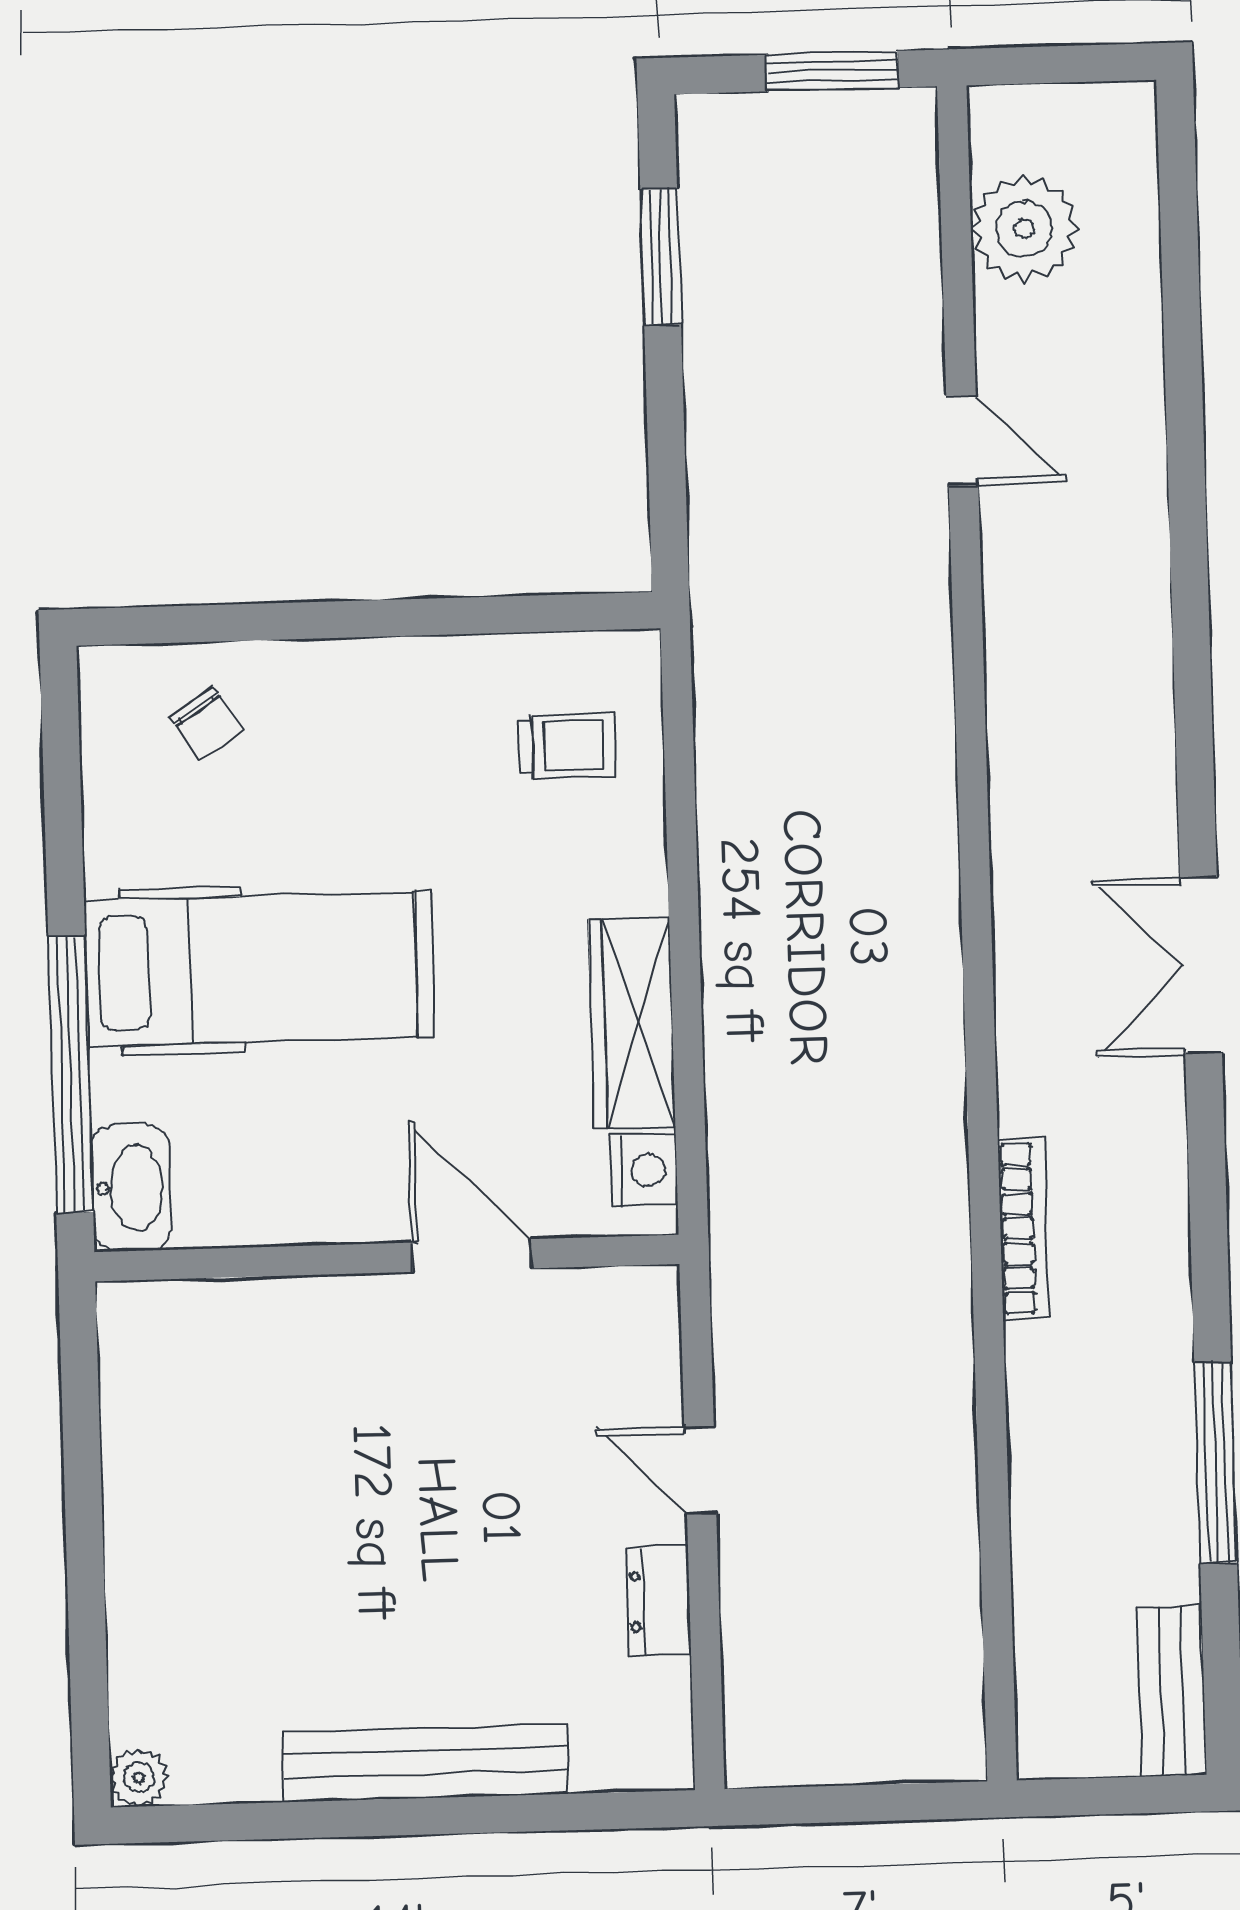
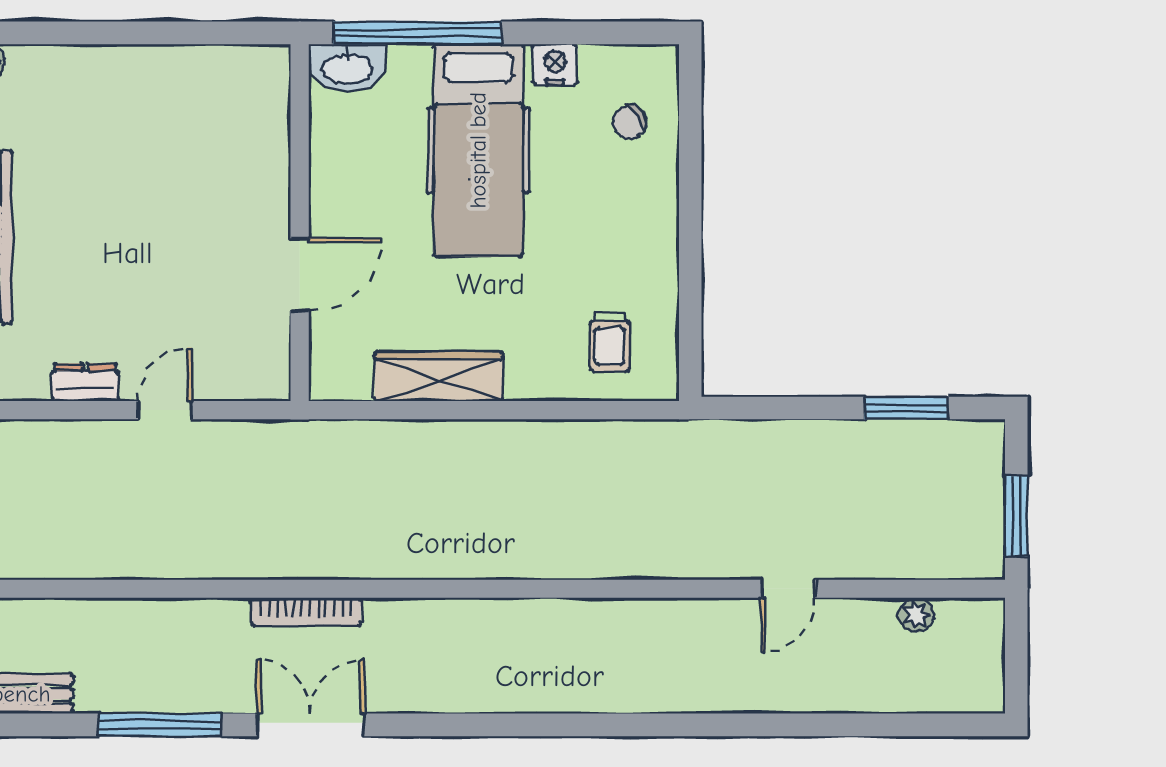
plant: (1024, 229) -> (916, 615), width x0.53, depth x0.53
double door: (1201, 966) -> (310, 725), moved
nightstand: (643, 1170) -> (555, 65), moved, turned 180

